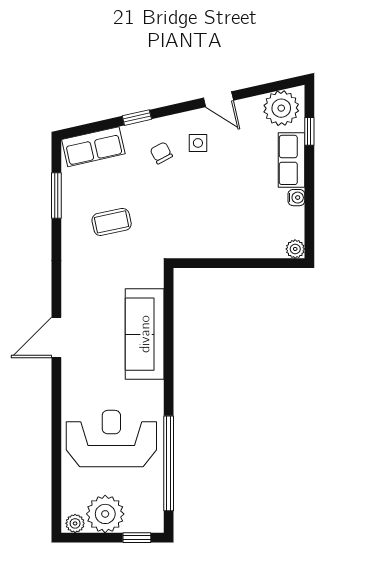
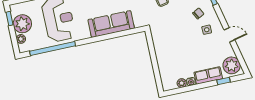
door: (219, 99) -> (229, 35), swing flipped
plant: (295, 249) -> (182, 83), moved
plant: (75, 523) -> (21, 39), moved
window: (137, 538) -> (10, 18), moved

